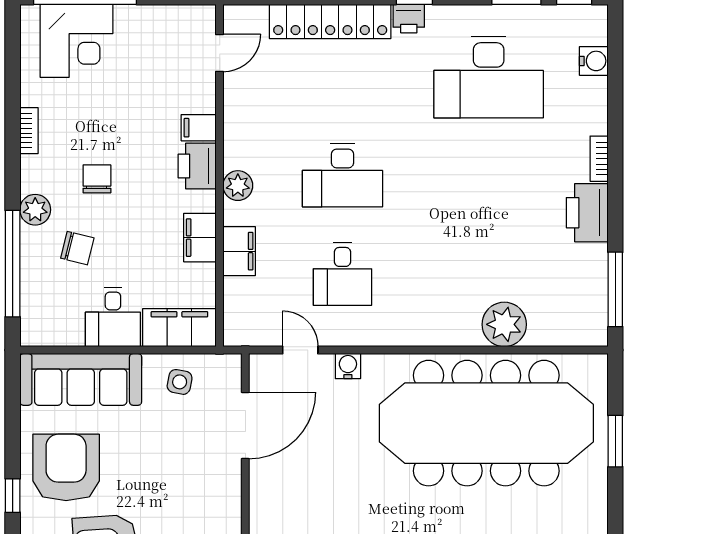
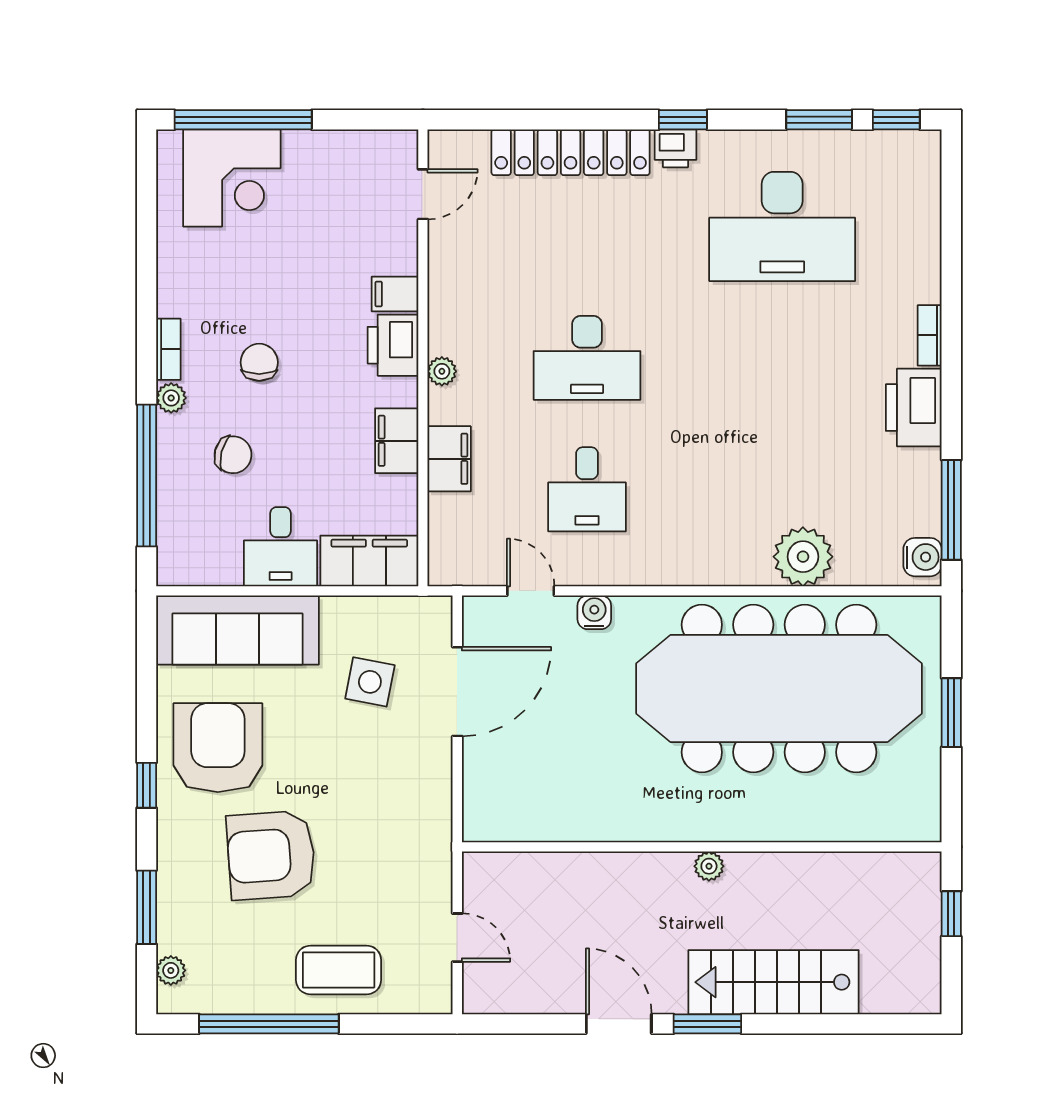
water cooler: (594, 61) -> (923, 557), moved
bookcase: (29, 131) -> (168, 349), moved
plant: (238, 186) -> (442, 371), width x0.73, depth x0.73
plant: (35, 210) -> (171, 398), width x0.73, depth x0.73
side table: (180, 382) -> (370, 682), moved, width x1.37, depth x1.37

